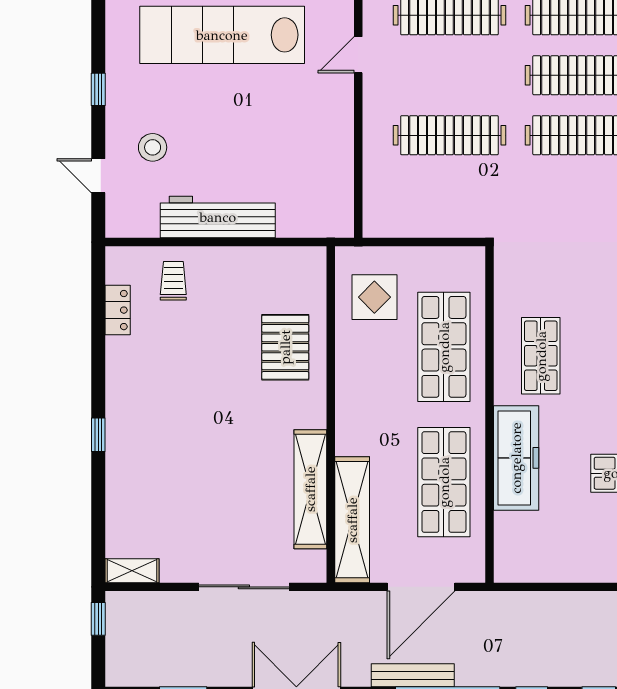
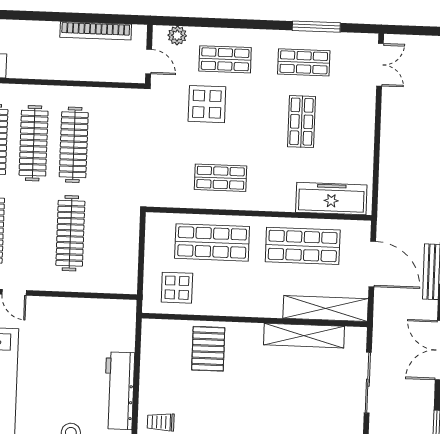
pallet: (285, 347) -> (208, 349), turned 90
freezer: (516, 458) -> (331, 199), moved

